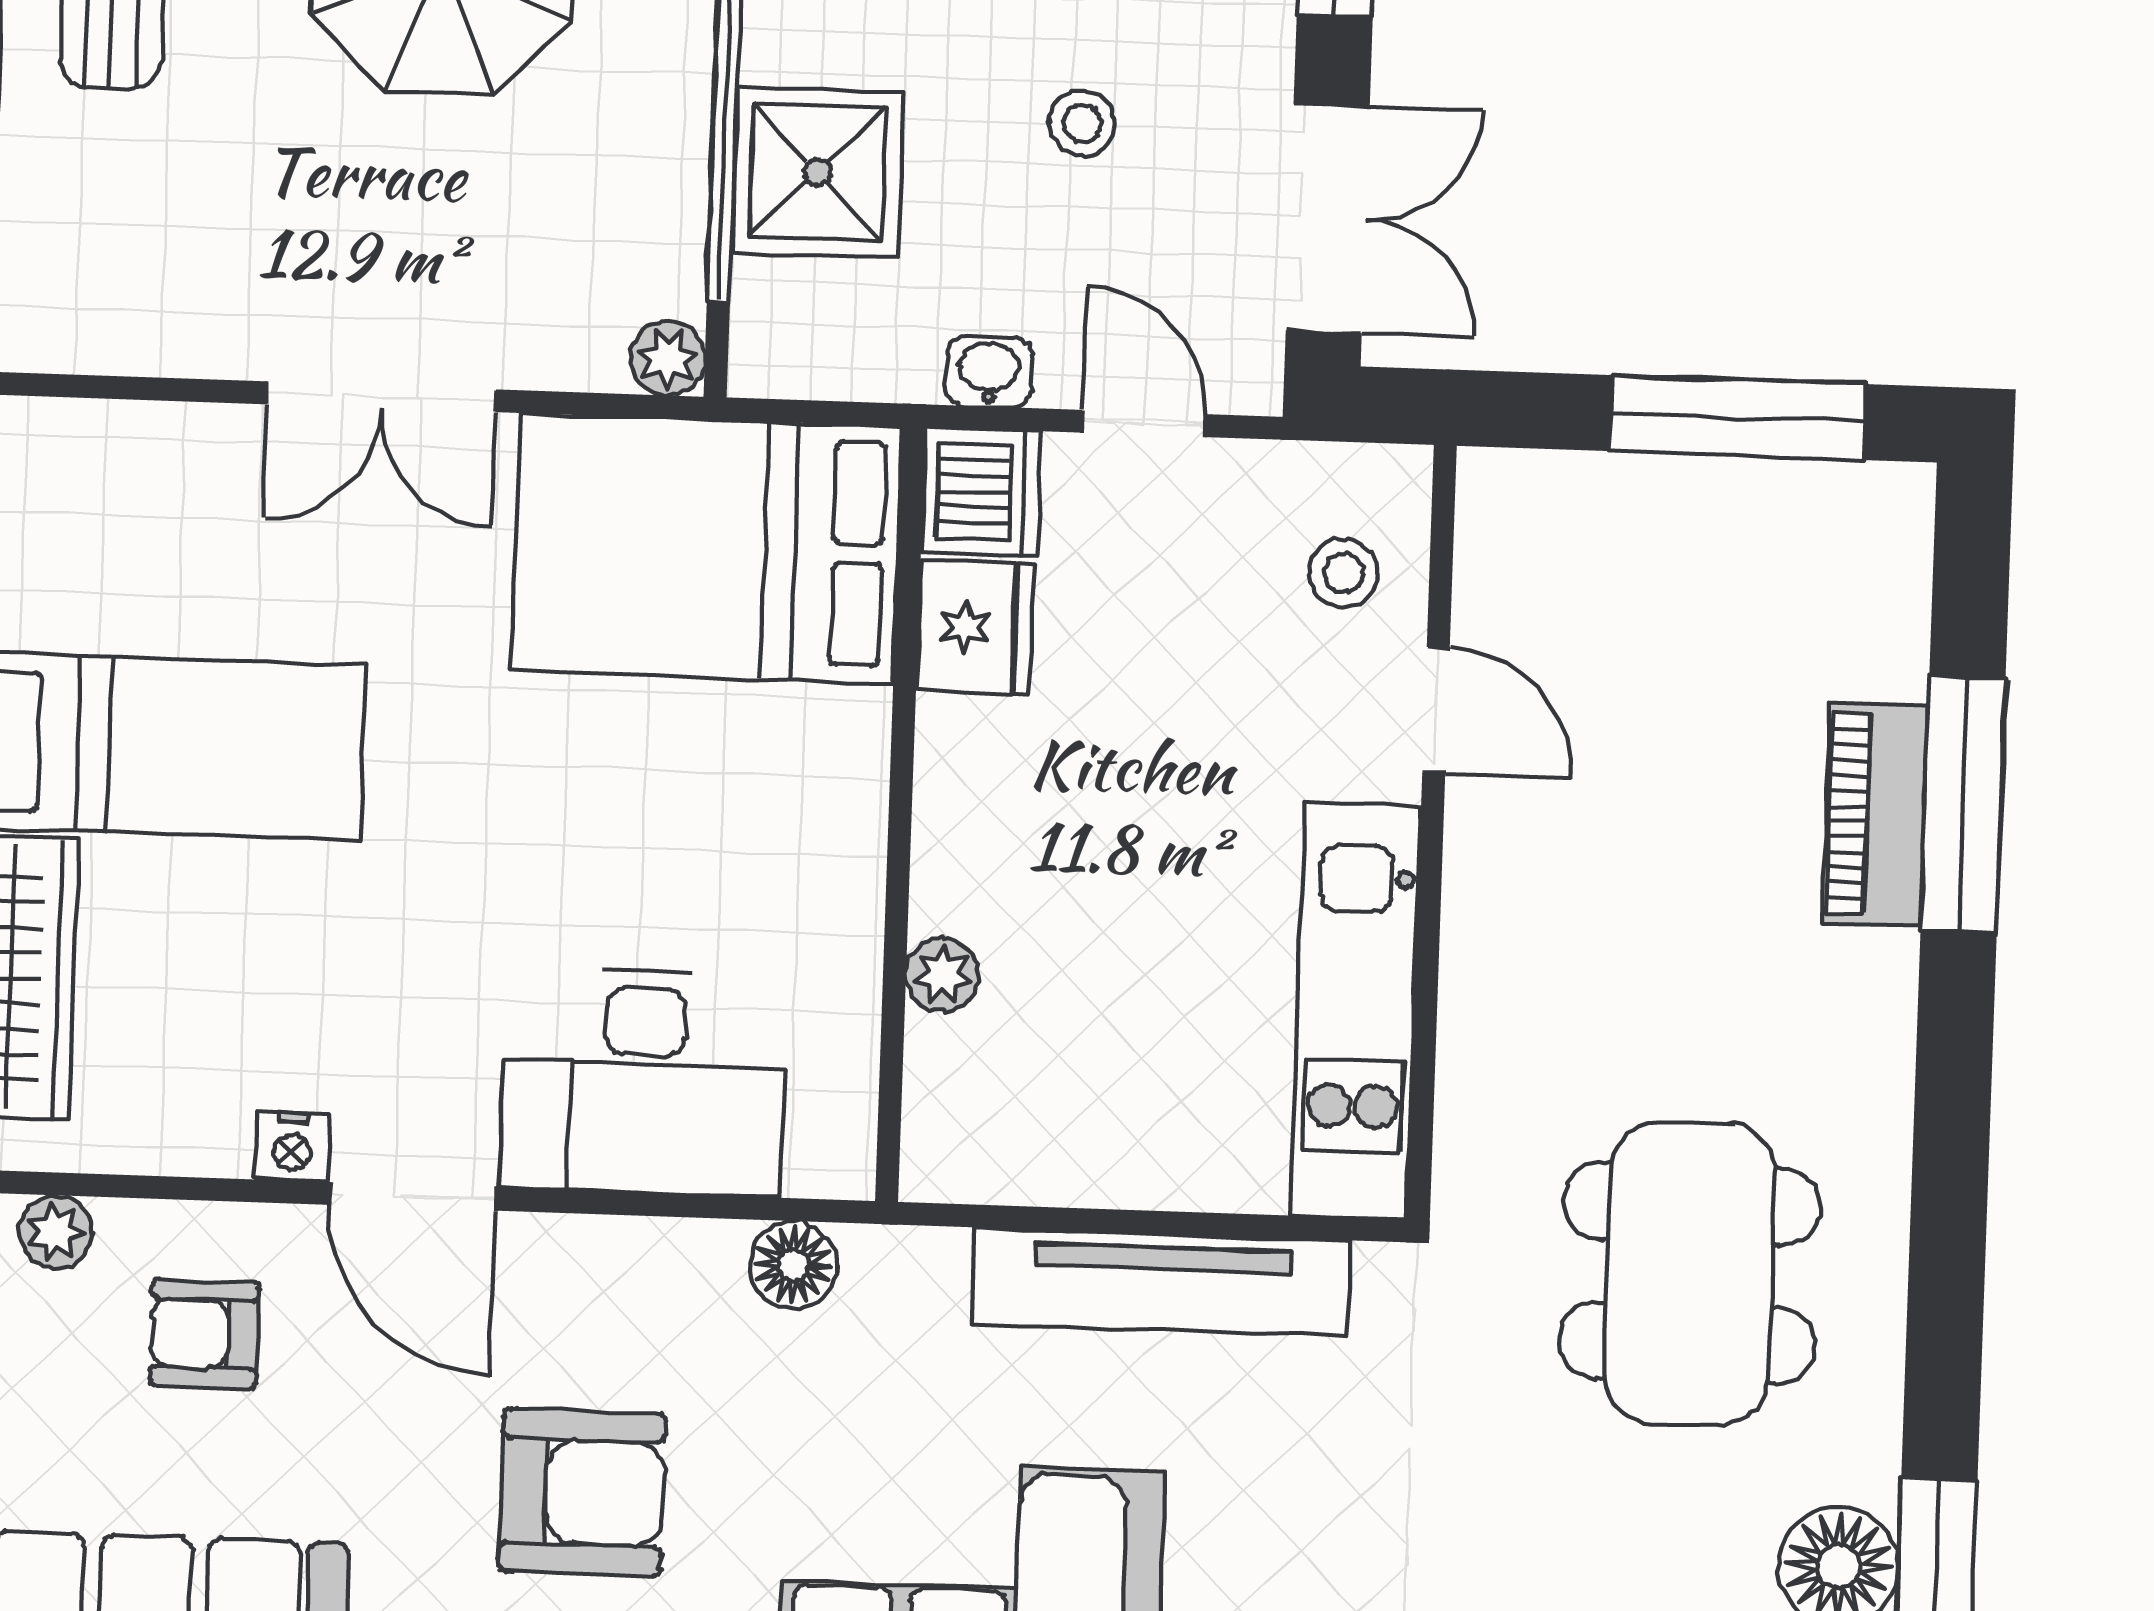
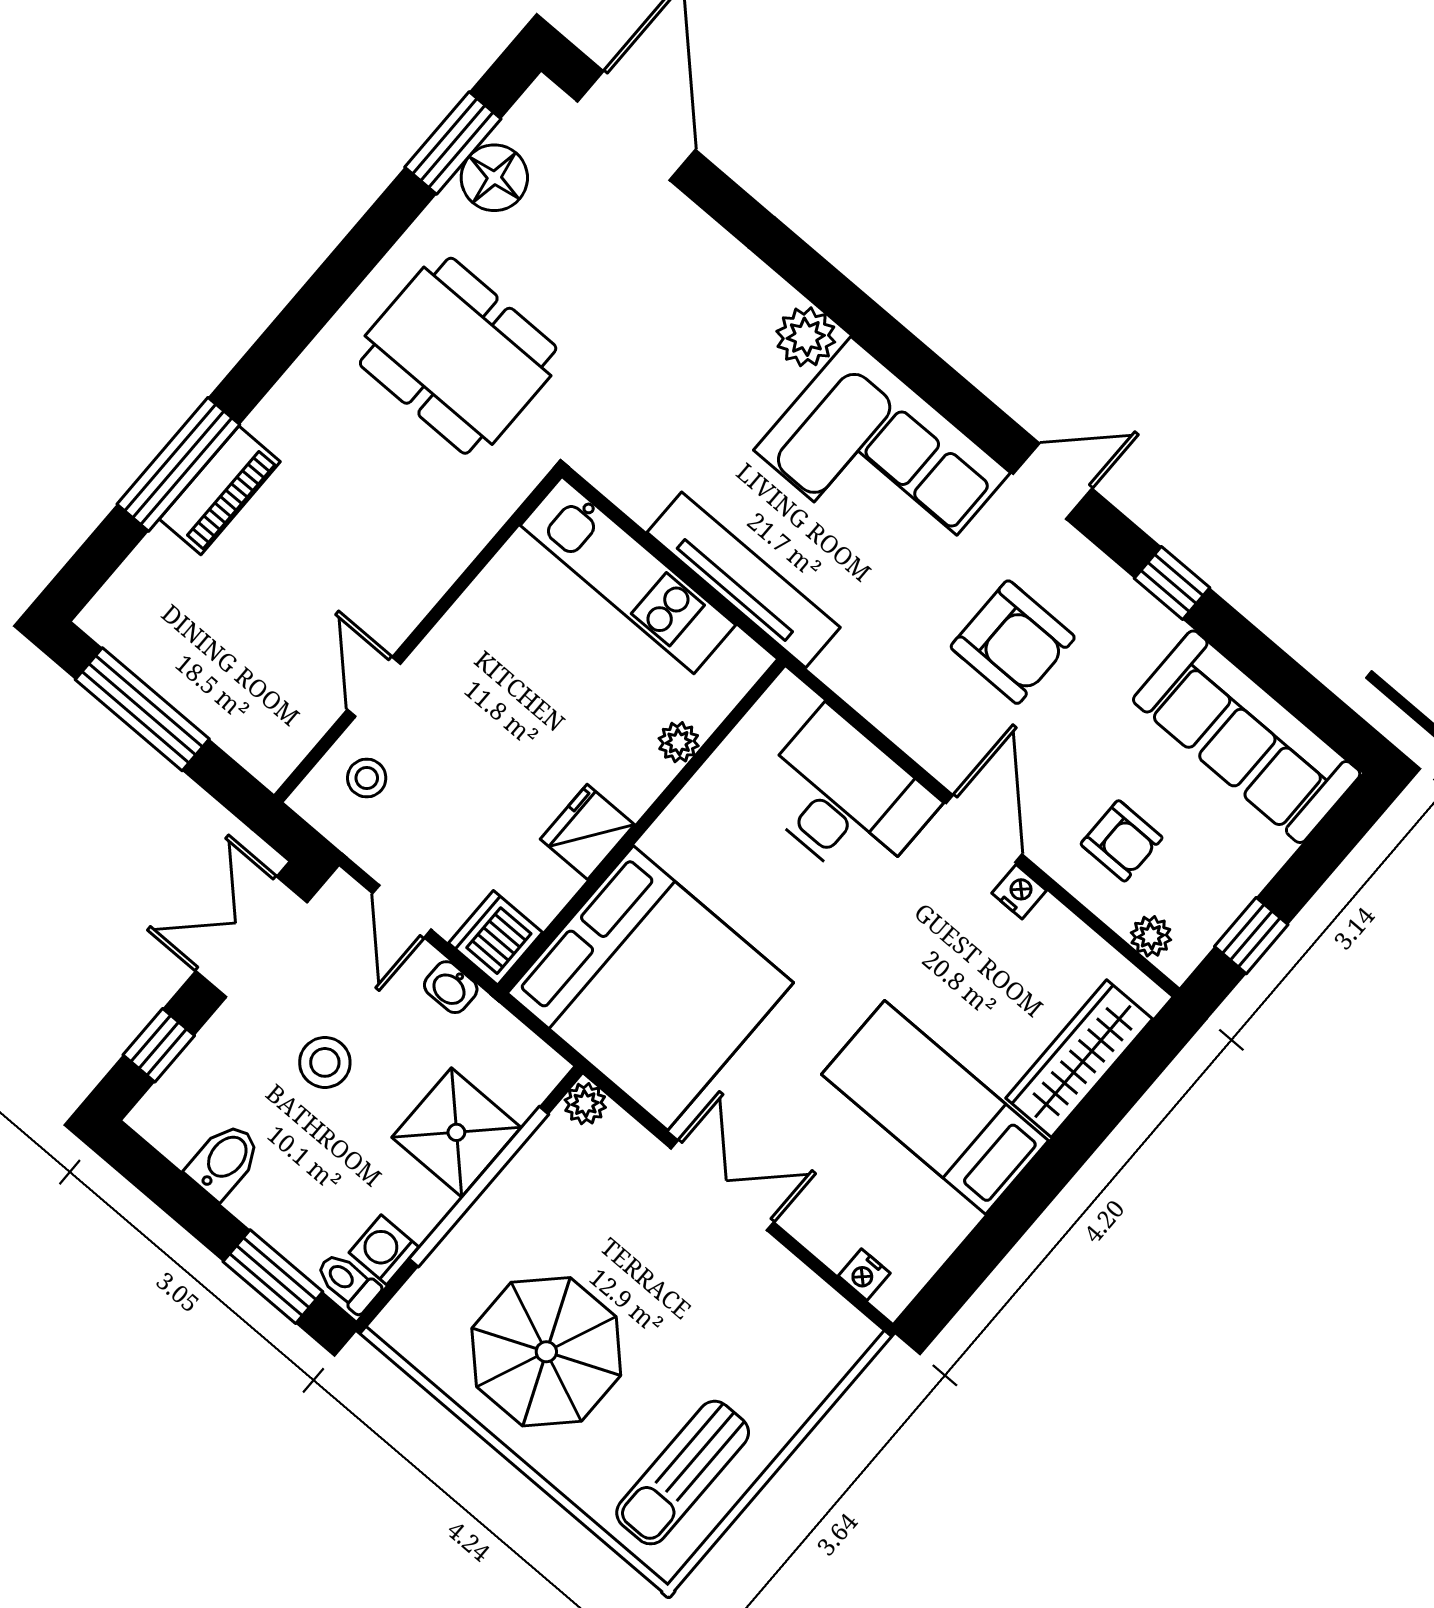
stool: (1082, 123) -> (325, 1062), width x1.37, depth x1.37
nightstand: (80, 430) -> (864, 1275), added
bed: (707, 548) -> (650, 988), width x1.36
fridge: (974, 627) -> (587, 832), moved
kitchen unit: (1356, 1011) -> (628, 575), moved, turned 90
floor lamp: (793, 1265) -> (843, 668), removed
dining table: (1689, 1273) -> (458, 356), turned 90
tv unit: (1161, 1282) -> (744, 580), moved
armchair: (582, 1492) -> (1013, 642), turned 180

